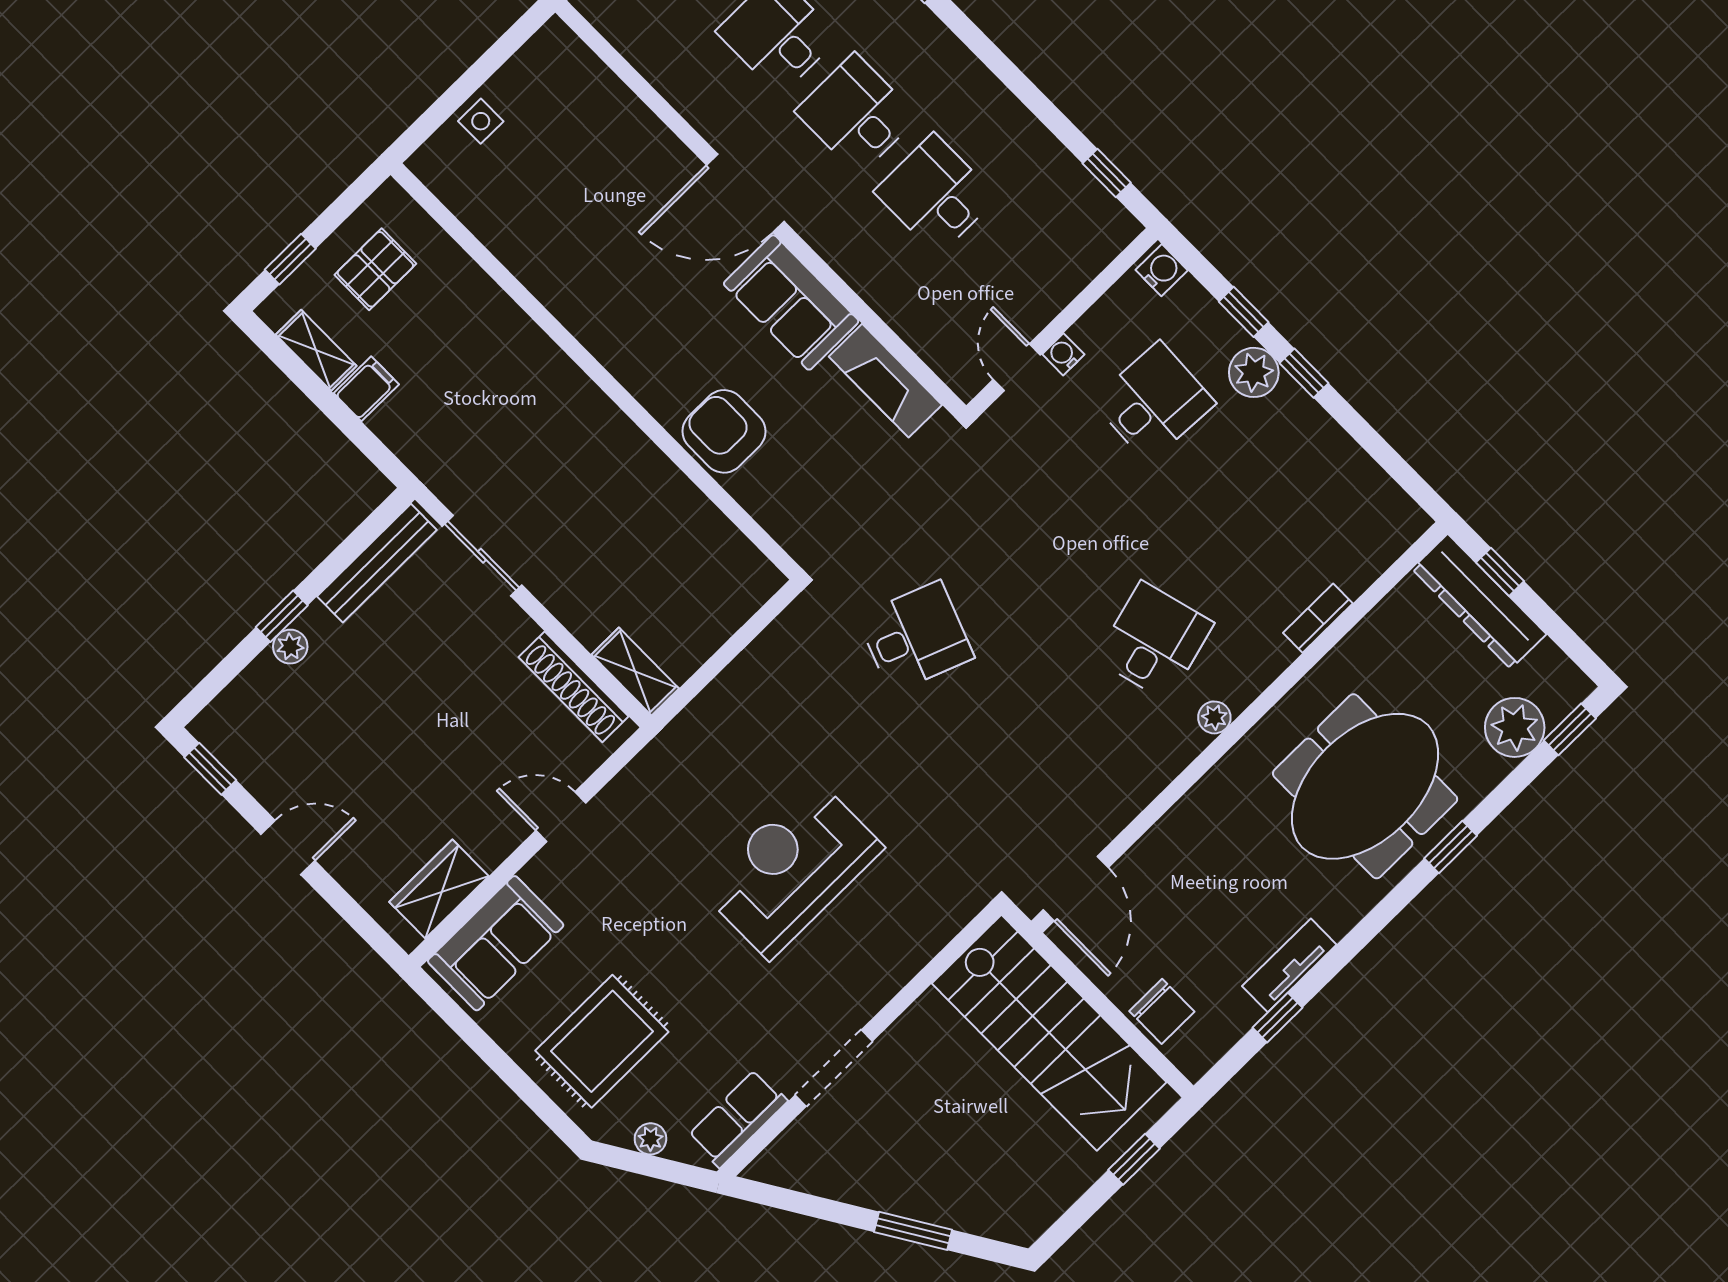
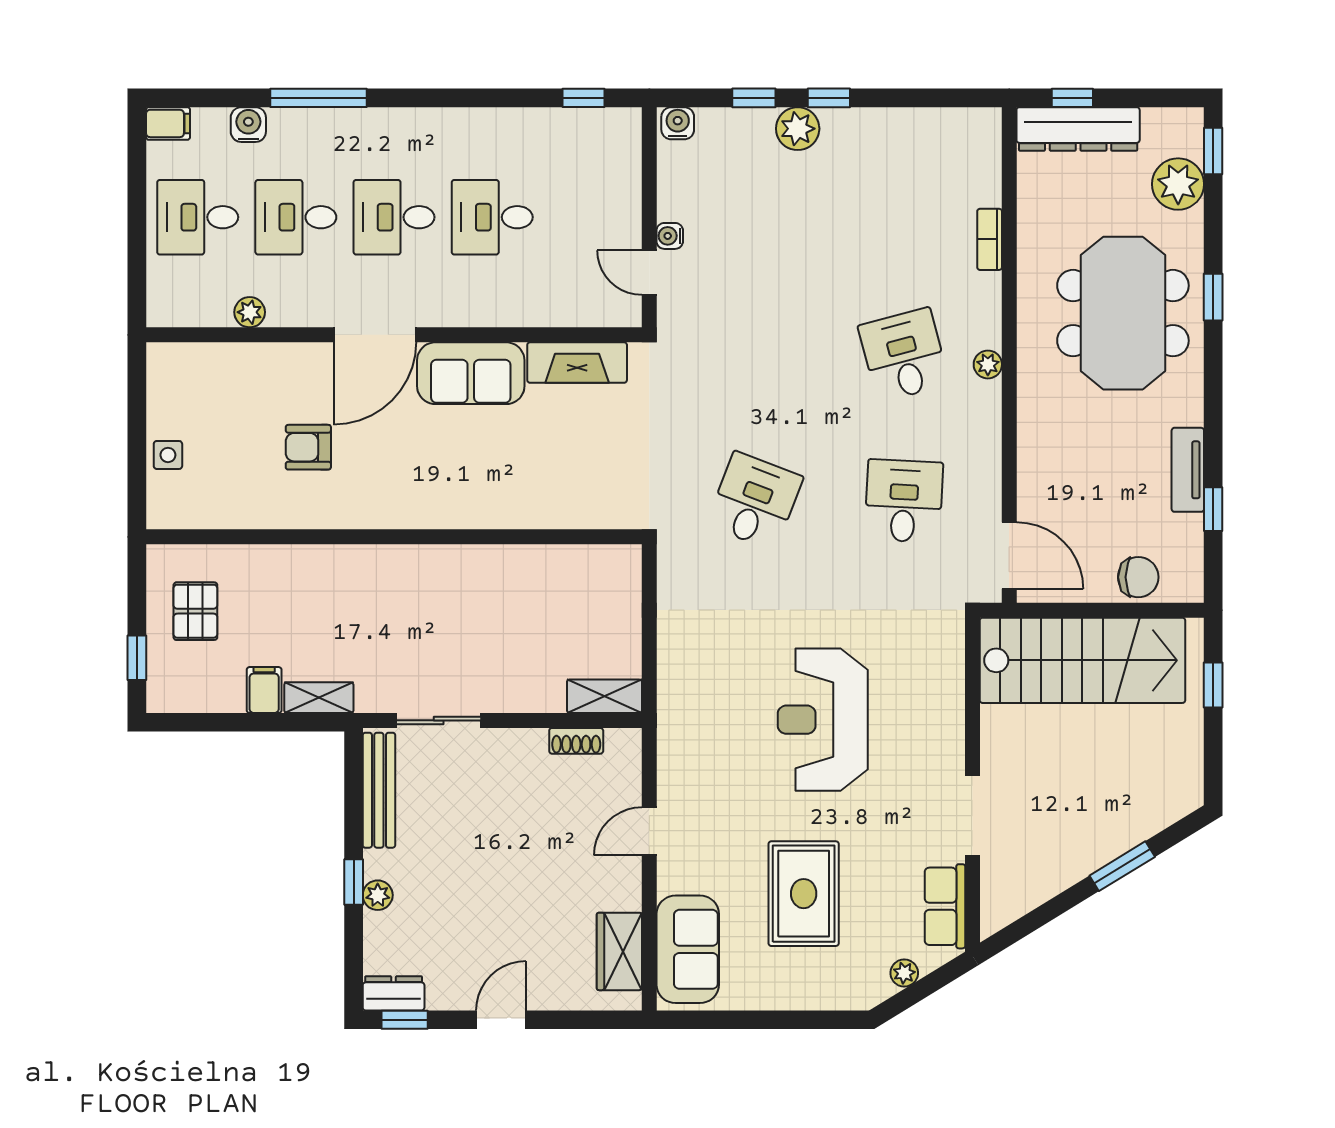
plant: (663, 73) -> (250, 312), added
shelving: (316, 350) -> (319, 698), moved
desk: (1154, 402) -> (904, 501), moved
armchair: (724, 431) -> (308, 447), moved, width x0.72, depth x0.72
shoe rack: (573, 687) -> (576, 741), width x0.51, depth x0.81
dresser: (223, 738) -> (394, 993), added
rug: (602, 1041) -> (804, 894), moved

